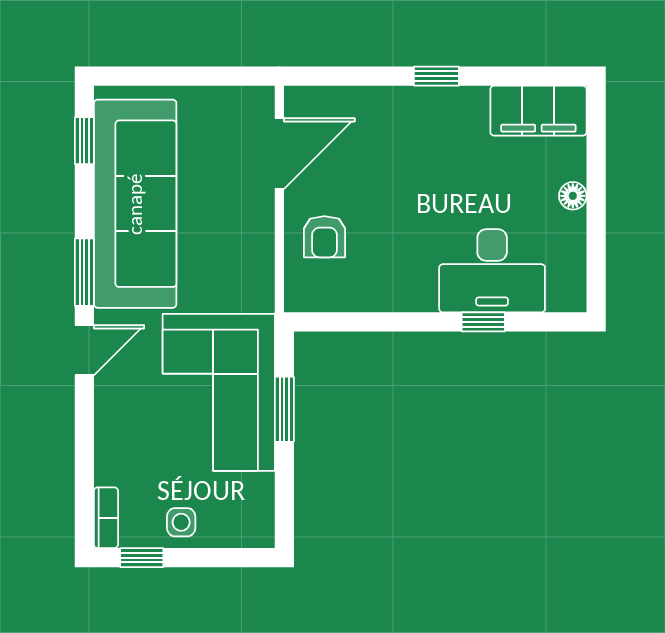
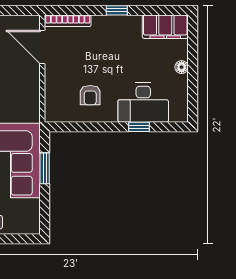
bookcase: (333, 98) -> (68, 21), added
door: (279, 154) -> (42, 47), swing flipped
armchair: (324, 237) -> (90, 95), moved

